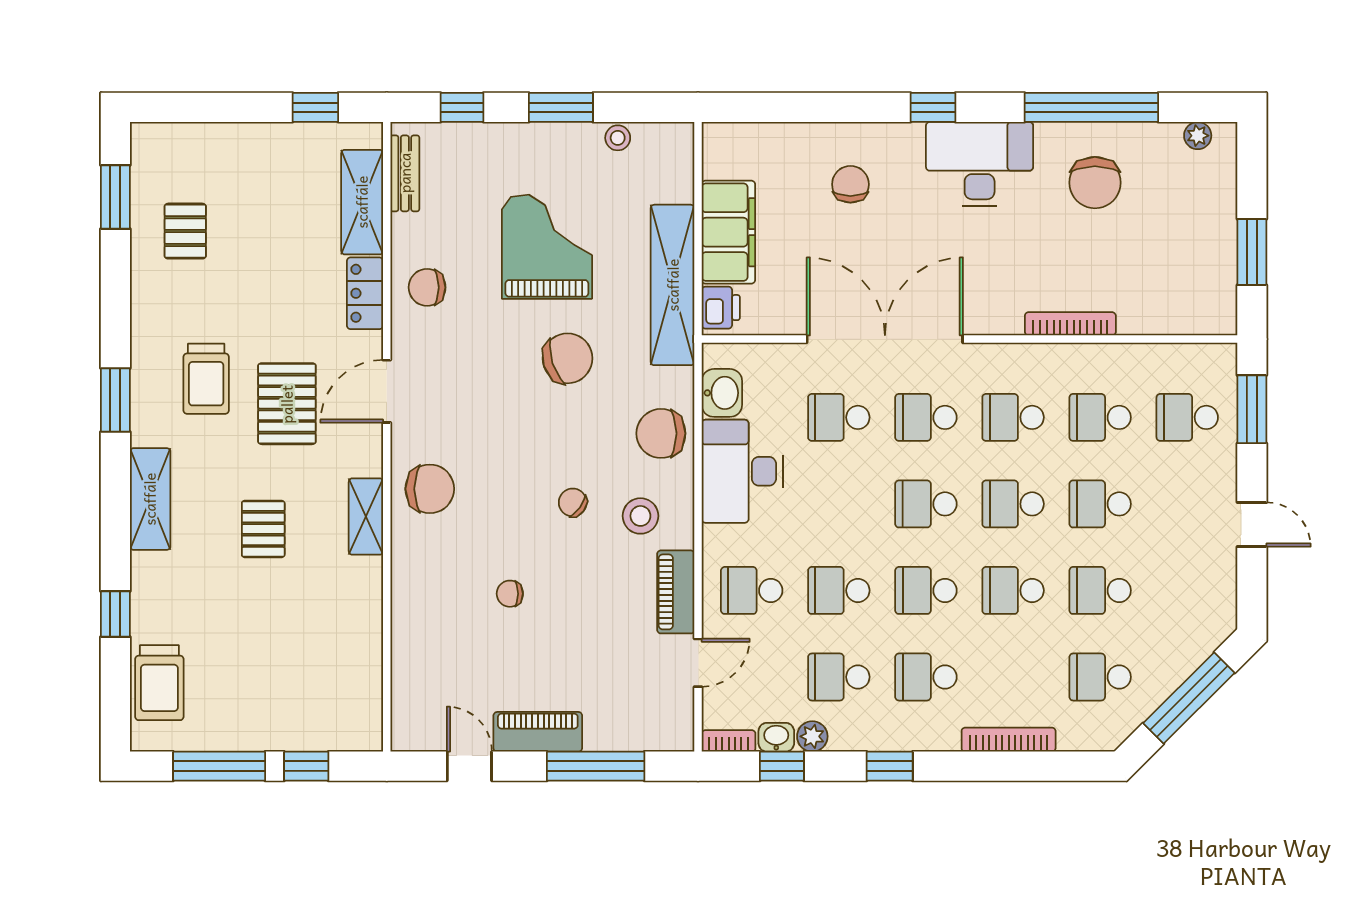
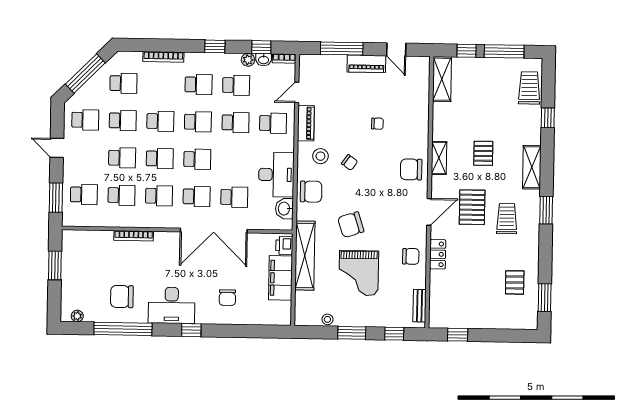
chair: (1095, 183) -> (122, 297), turned -90
shelving: (362, 202) -> (442, 79), moved
school desk: (1187, 590) -> (85, 120), added

